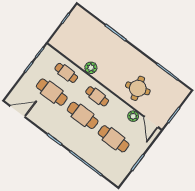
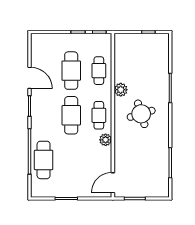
round table: (138, 88) -> (141, 114), moved
door: (17, 111) -> (30, 78), moved
plant: (133, 116) -> (106, 140), moved
cafe table: (114, 139) -> (44, 160), moved

